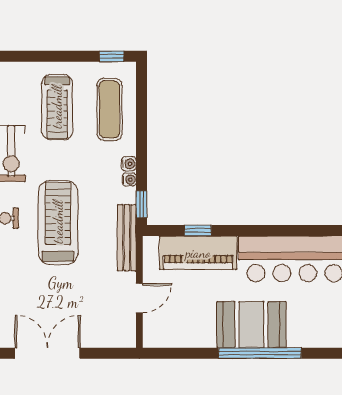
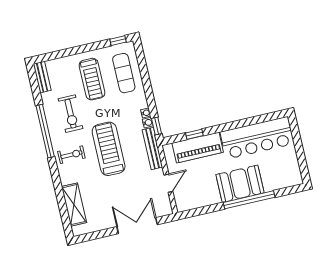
water cooler: (129, 164) -> (148, 123), moved
double door: (47, 353) -> (137, 226), moved

